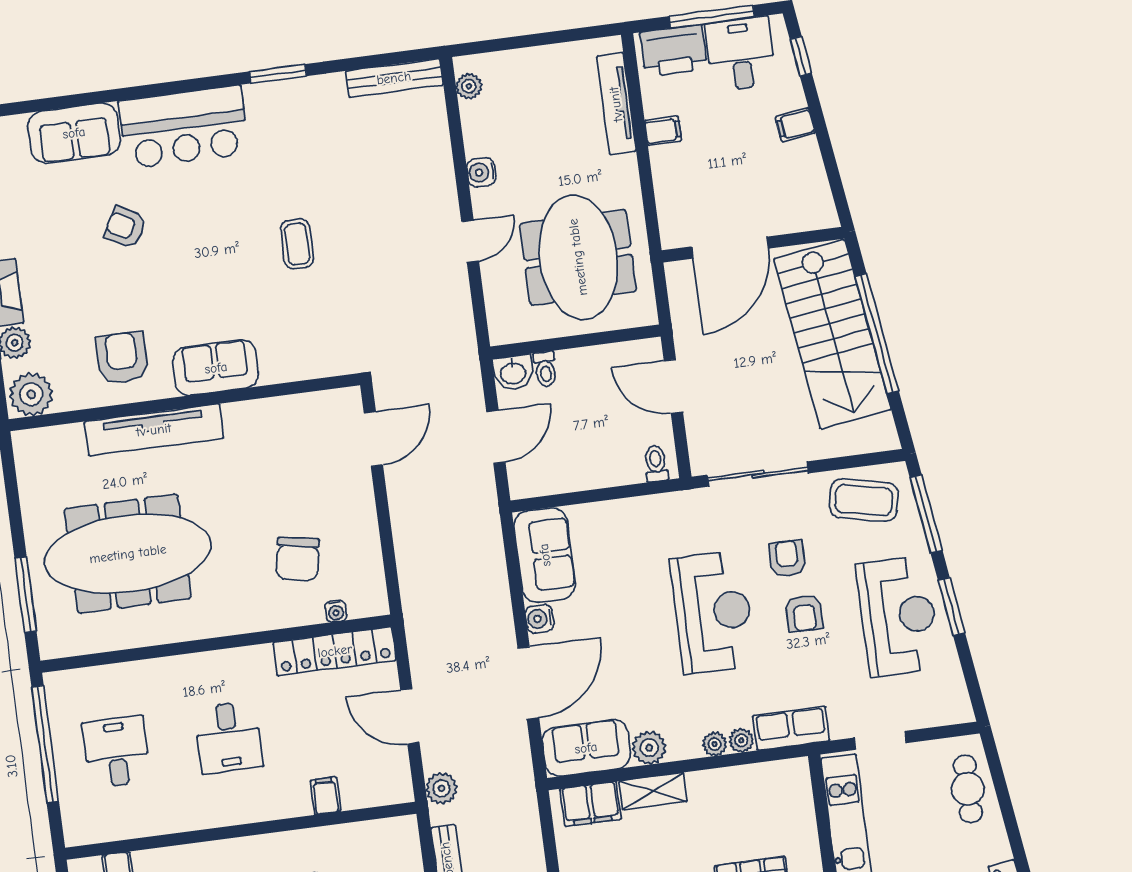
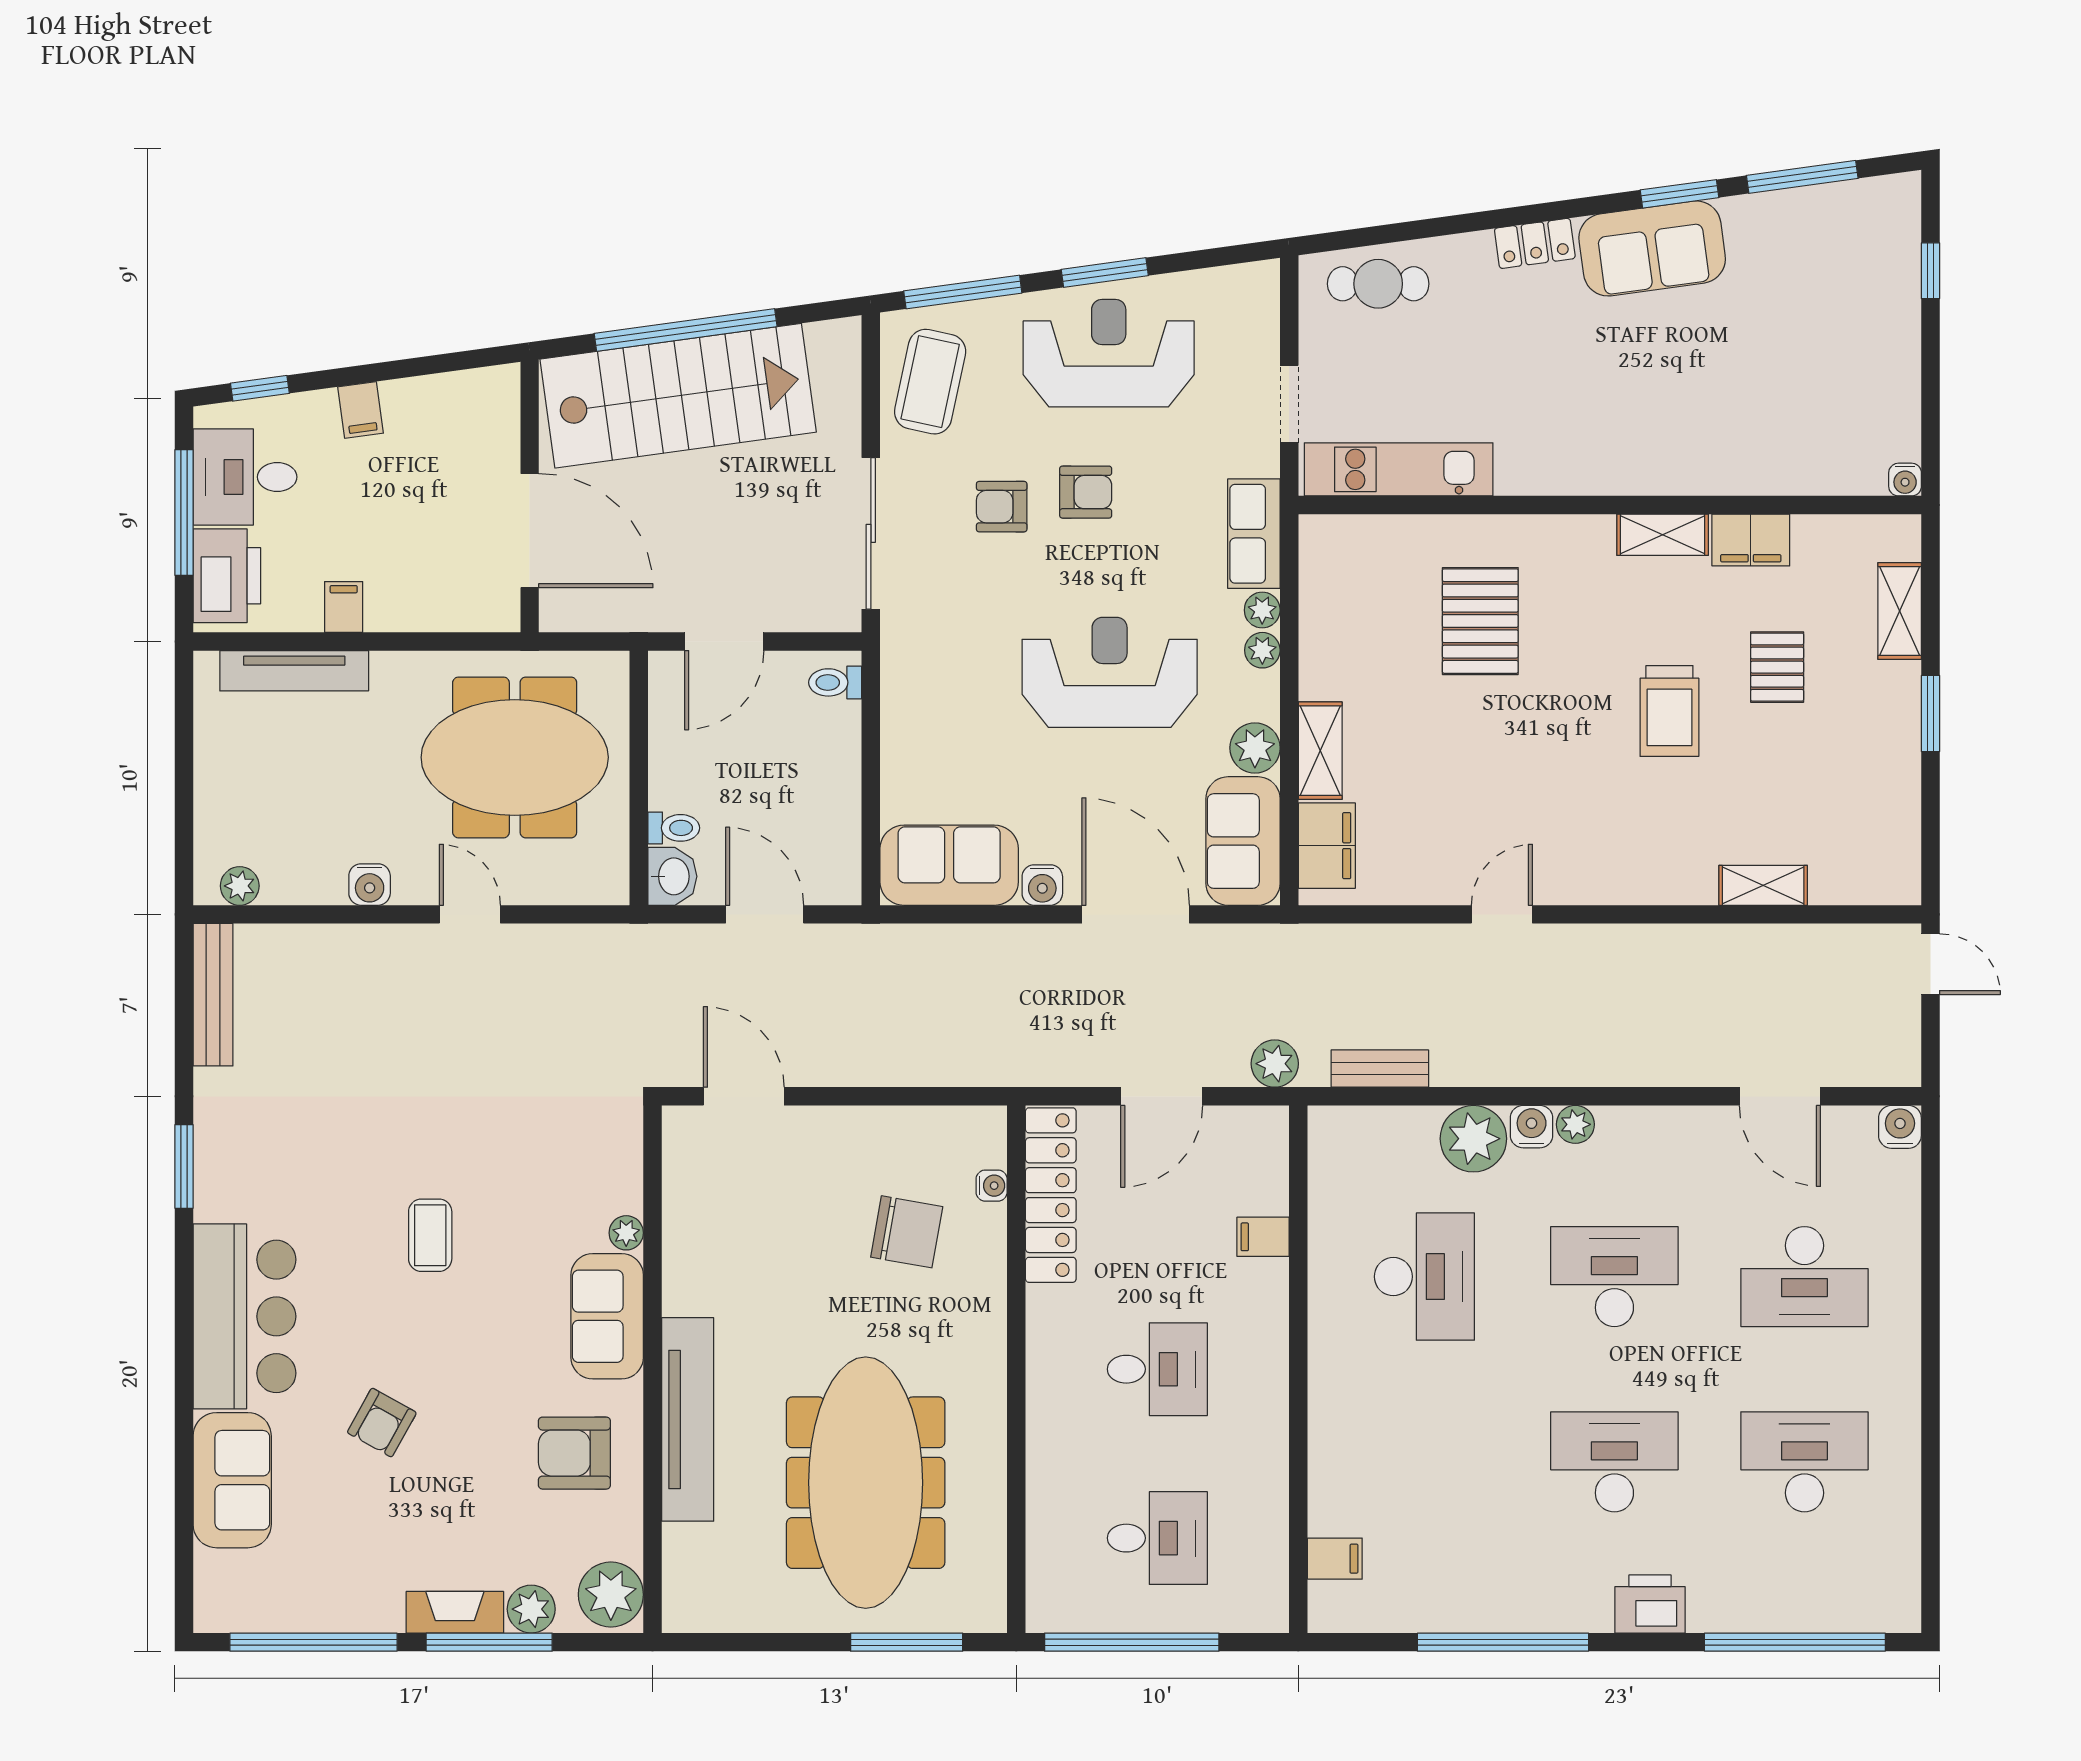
coffee table: (297, 244) -> (430, 1235), moved, turned 90
plant: (273, 373) -> (626, 1233), added
reception desk: (713, 612) -> (1110, 672), moved
desk: (116, 752) -> (1157, 1538), turned 180

